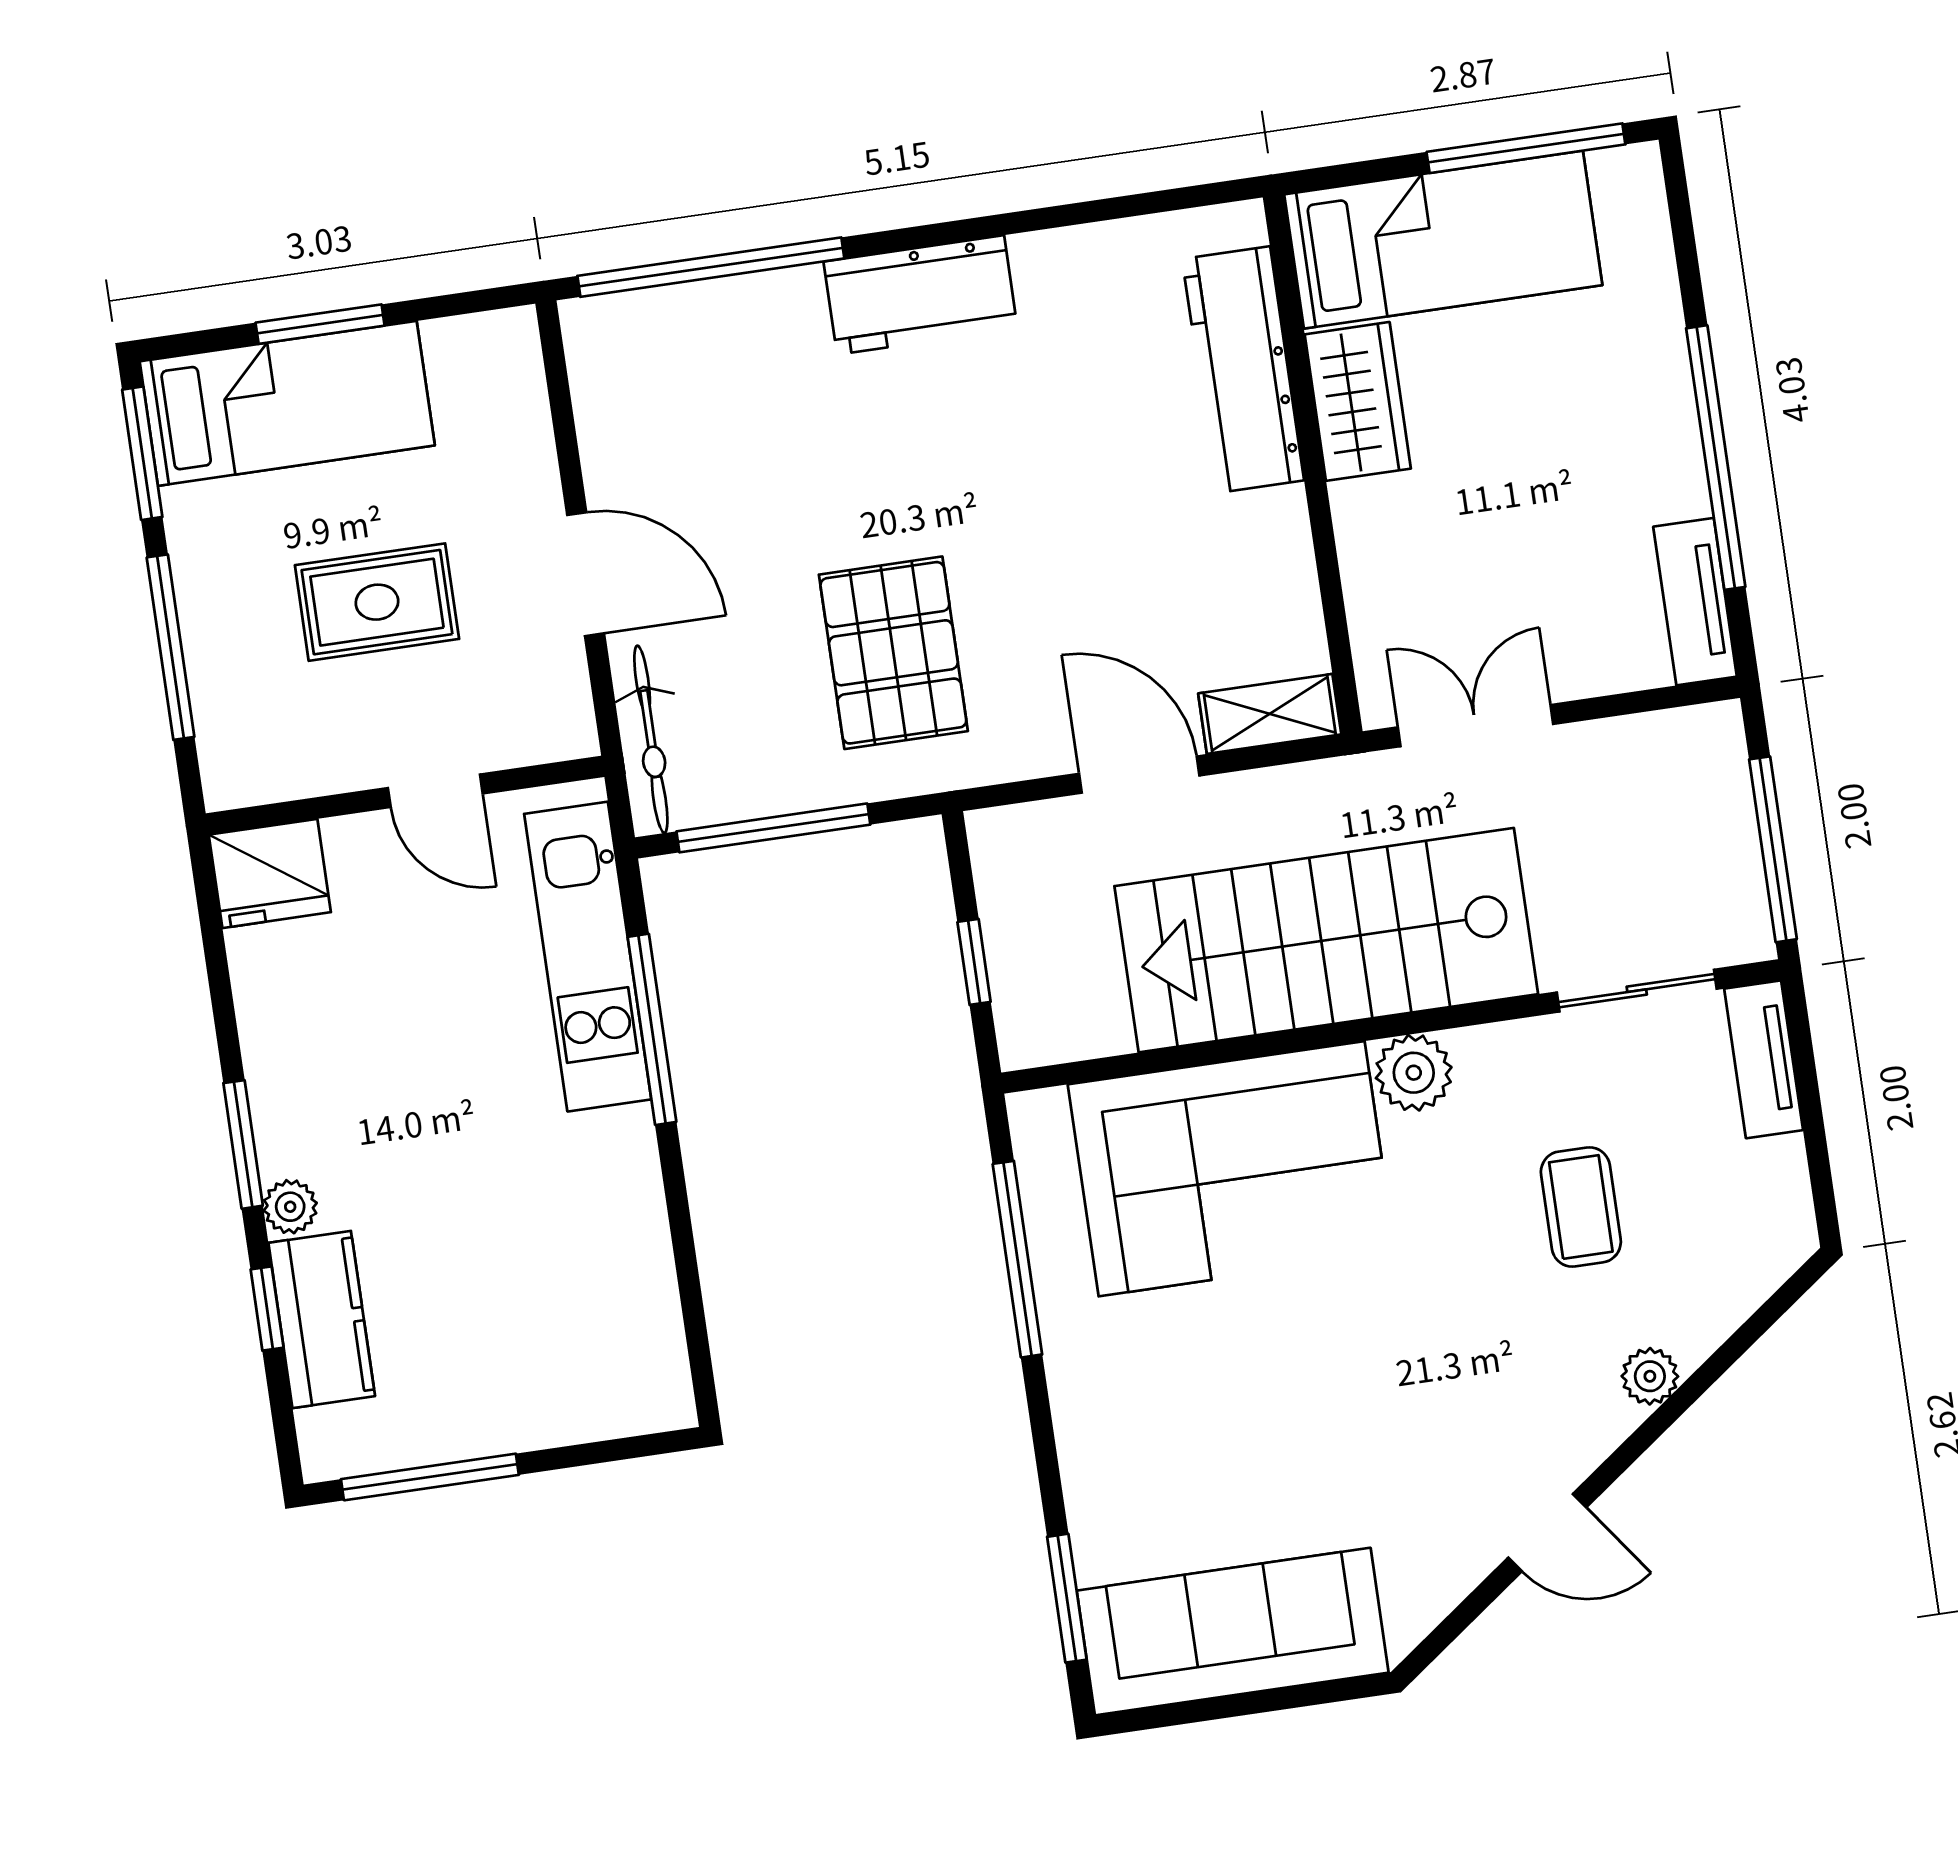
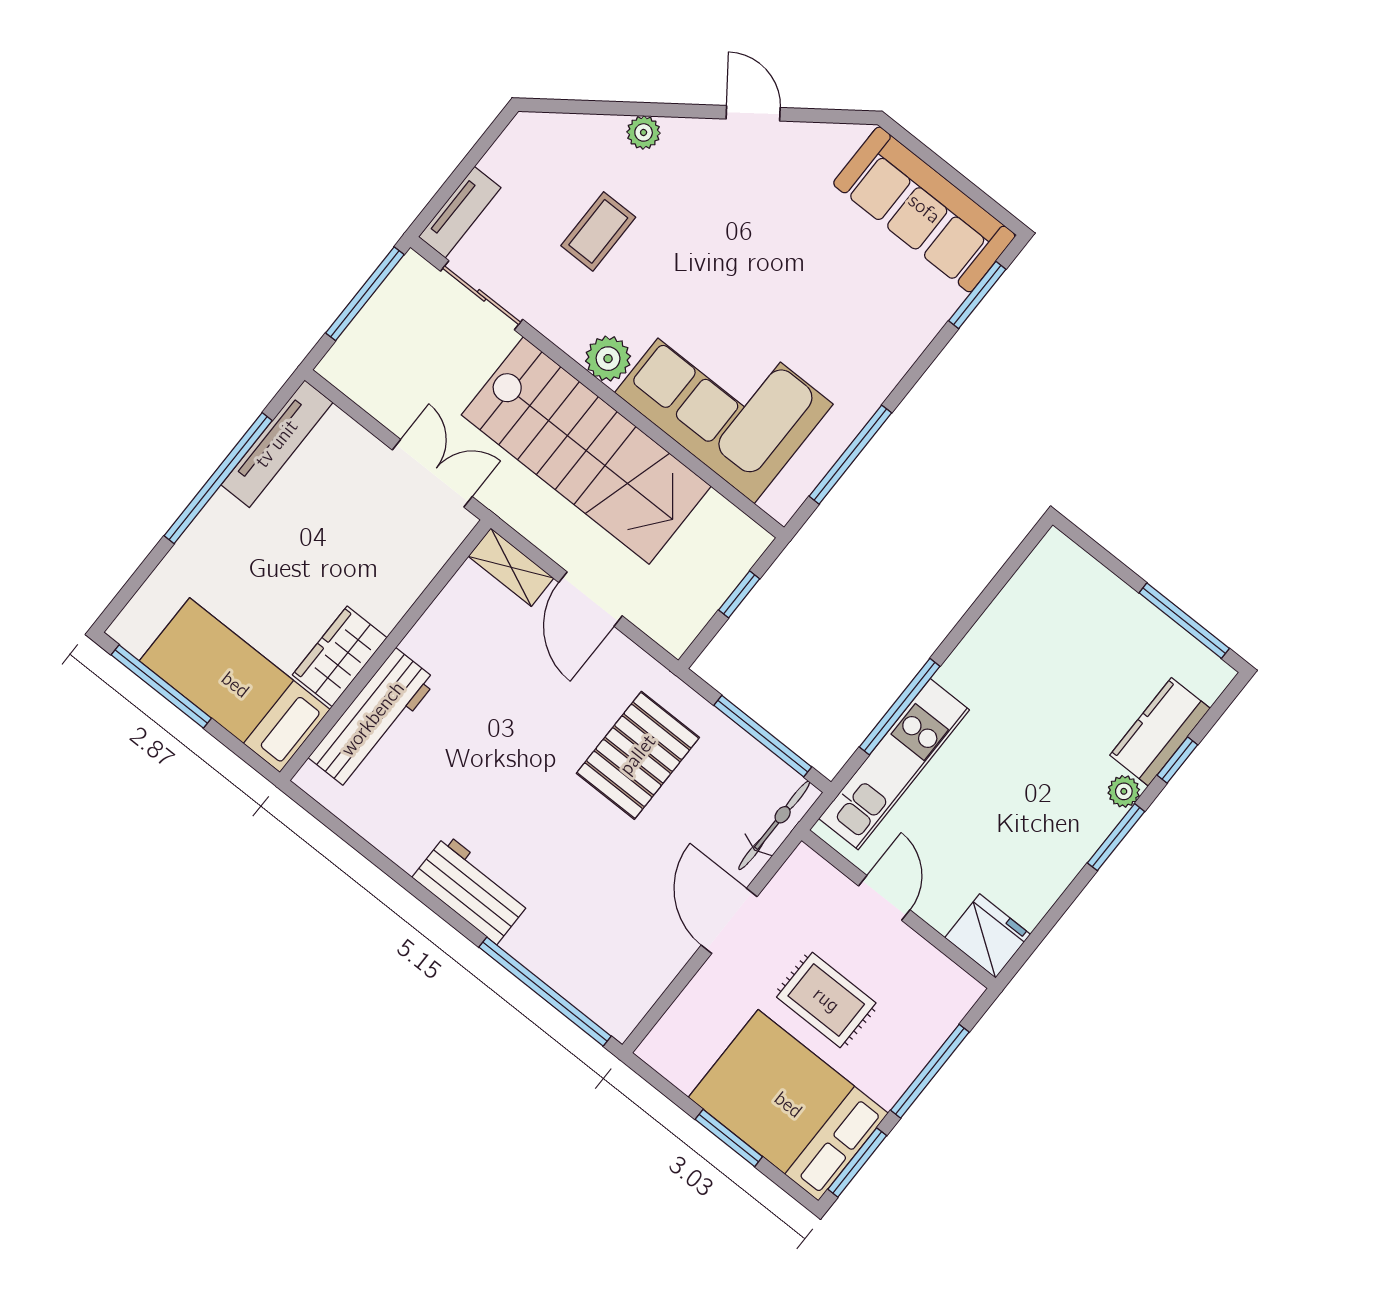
bed: (287, 403) -> (788, 1105), width x1.50
tv unit: (1695, 602) -> (277, 444), width x1.41
double door: (1476, 726) -> (432, 473), swing flipped

